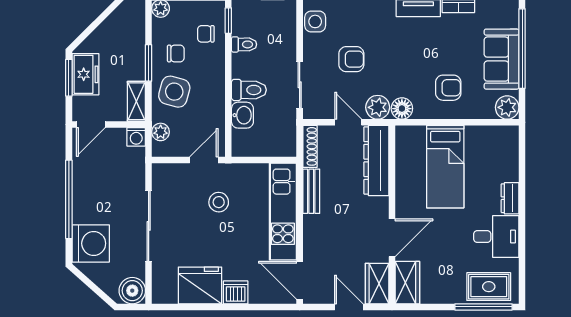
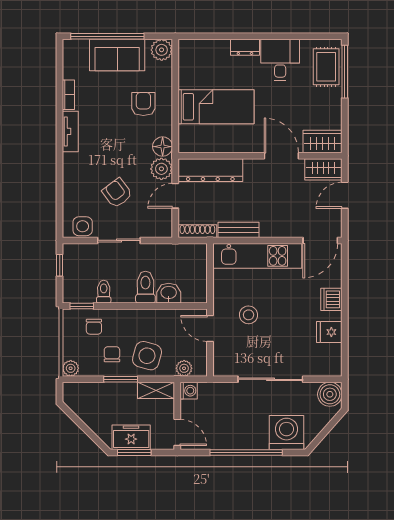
armchair: (351, 59) -> (117, 193), turned -37
sliding door: (300, 85) -> (119, 240), moved
fridge: (200, 285) -> (329, 332), width x0.53, depth x0.75

